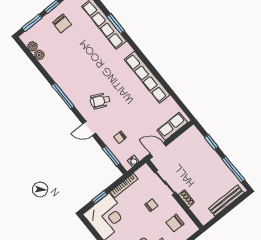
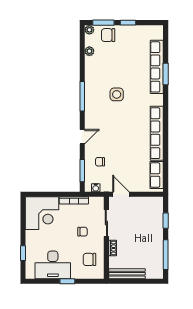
chair: (62, 23) -> (108, 35), moved, turned 90
plant: (32, 46) -> (89, 30), moved
side table: (90, 72) -> (117, 94), added
wheelchair: (100, 101) -> (107, 122), removed
row of seats: (172, 126) -> (157, 175), moved, turned -90
door: (89, 129) -> (82, 137), swing flipped
window: (99, 197) -> (48, 194), removed
bench: (226, 201) -> (127, 274), moved

